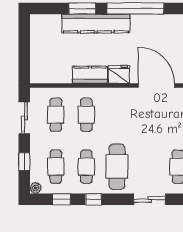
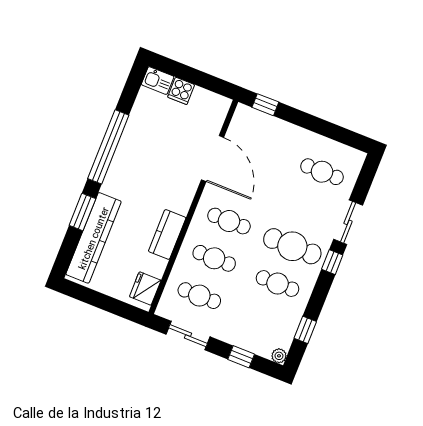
kitchen counter: (96, 24) -> (94, 238), moved
fridge: (119, 74) -> (145, 289), moved
door: (156, 86) -> (213, 159), swing flipped
cafe table: (56, 167) -> (229, 221), moved
window: (93, 199) -> (332, 262), moved

